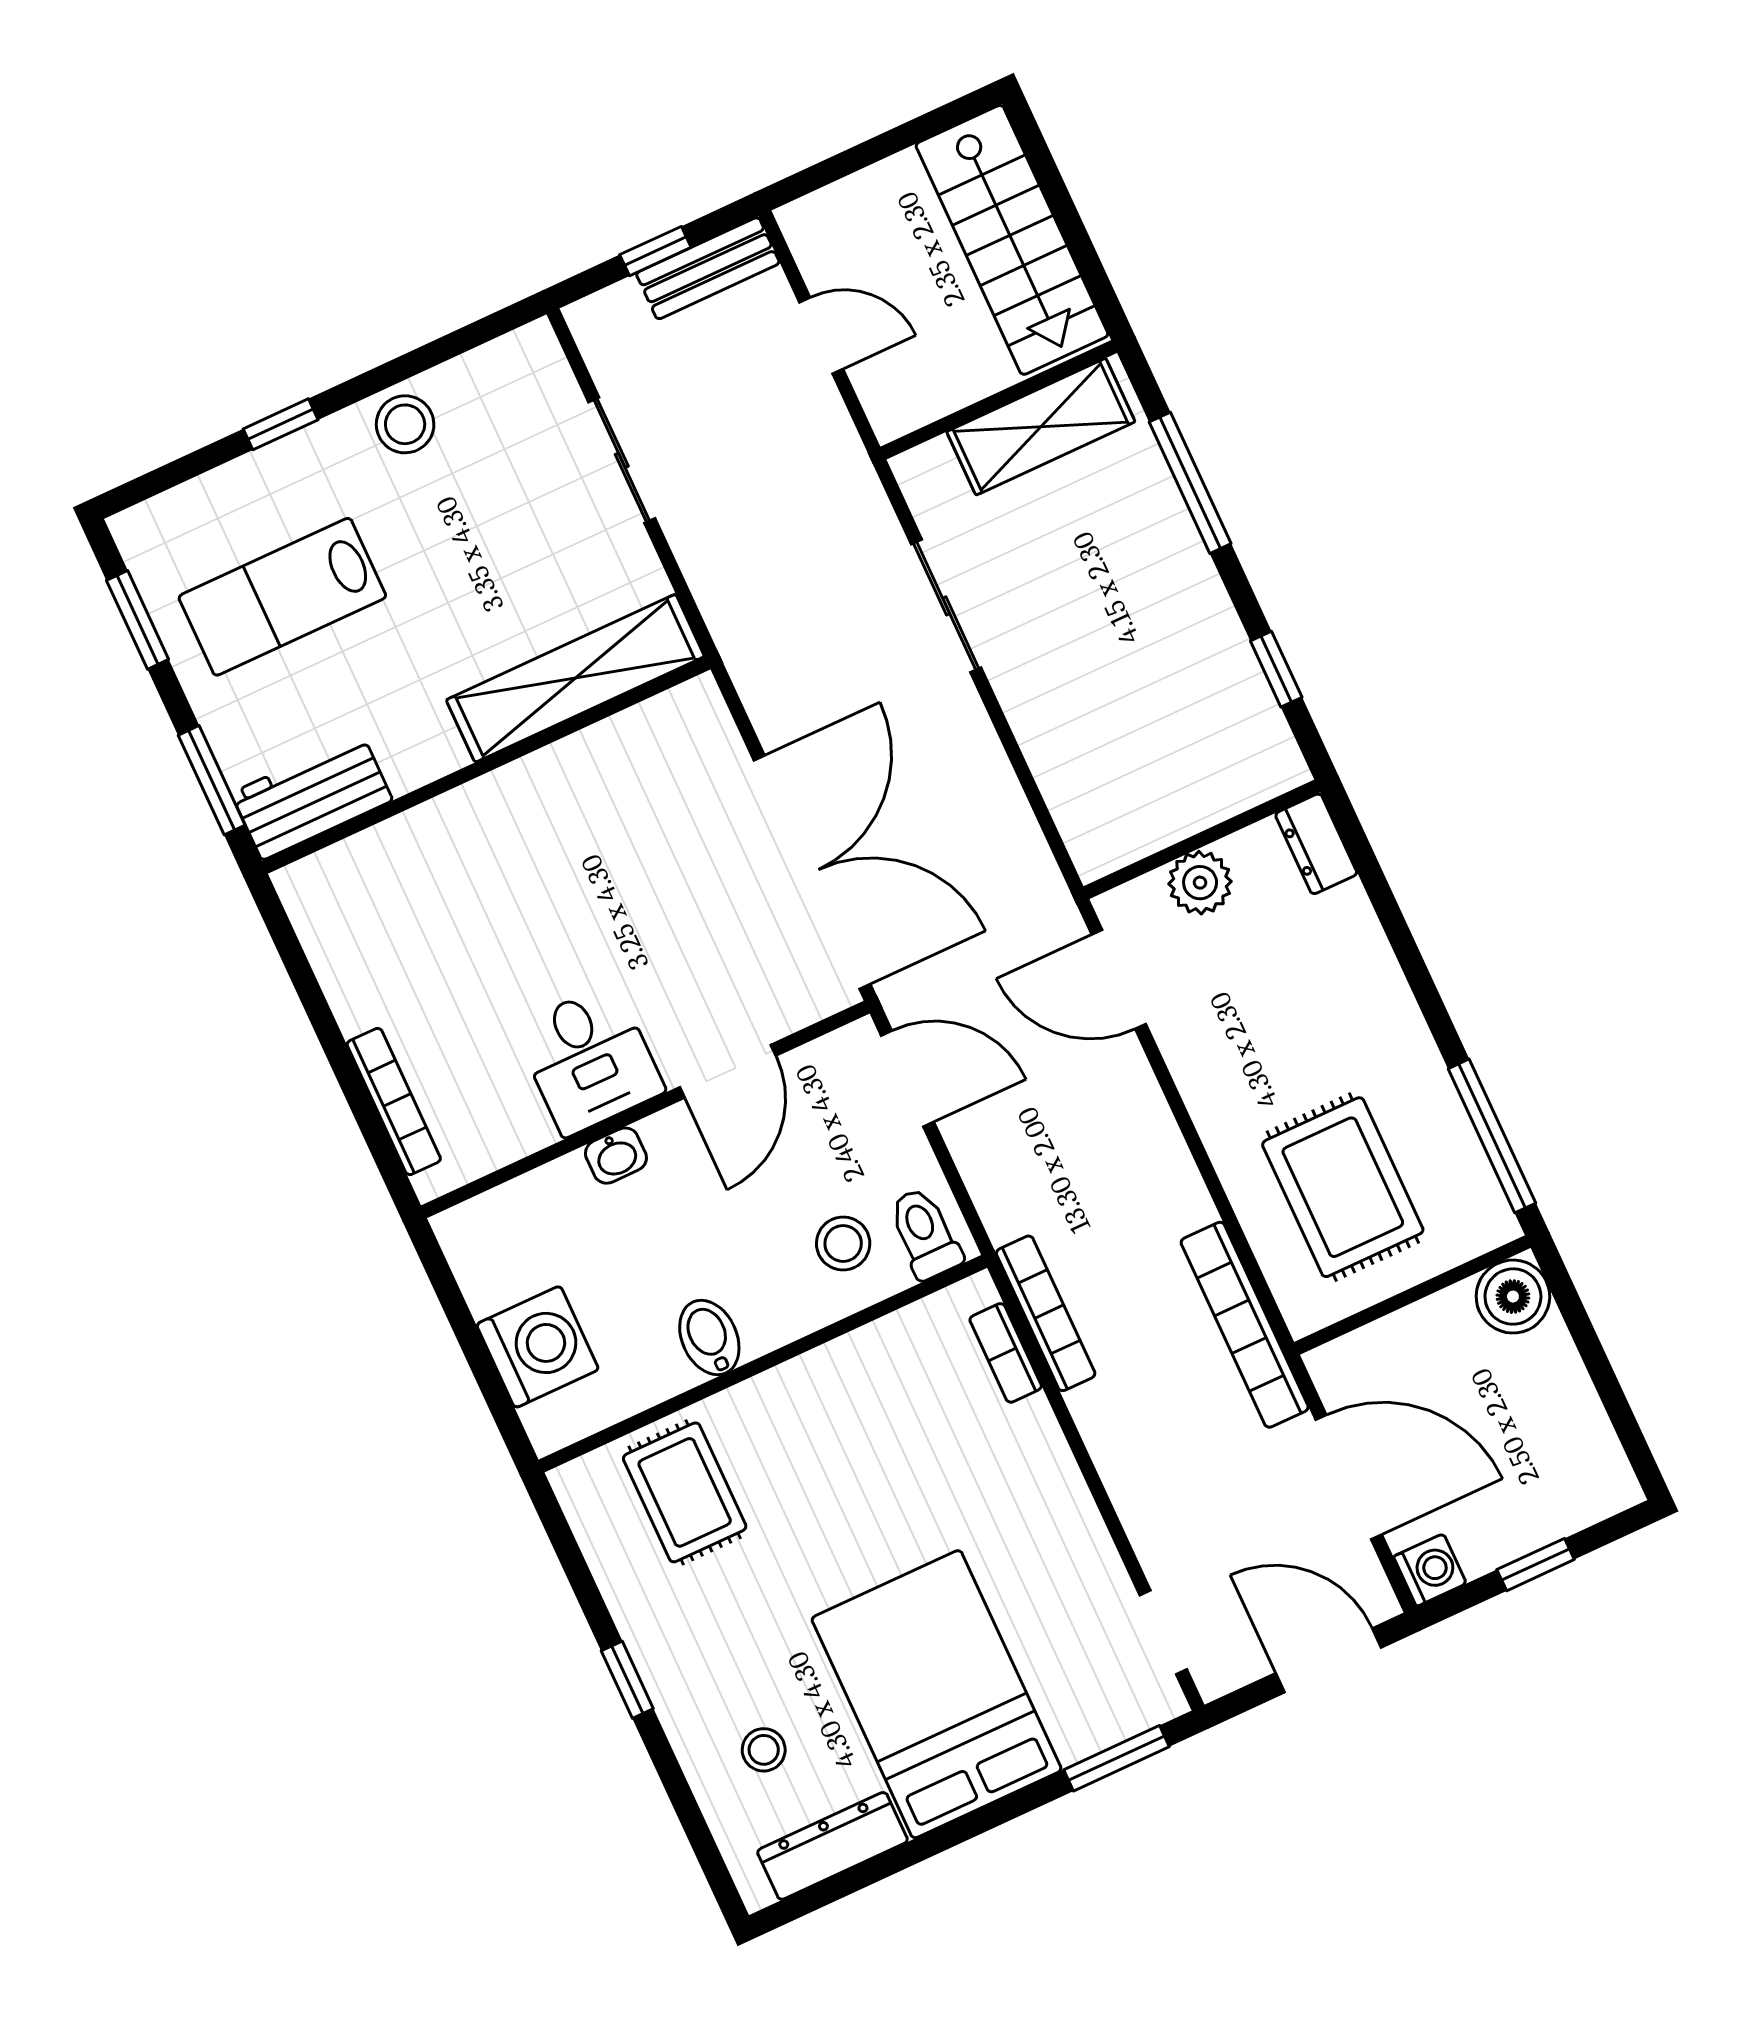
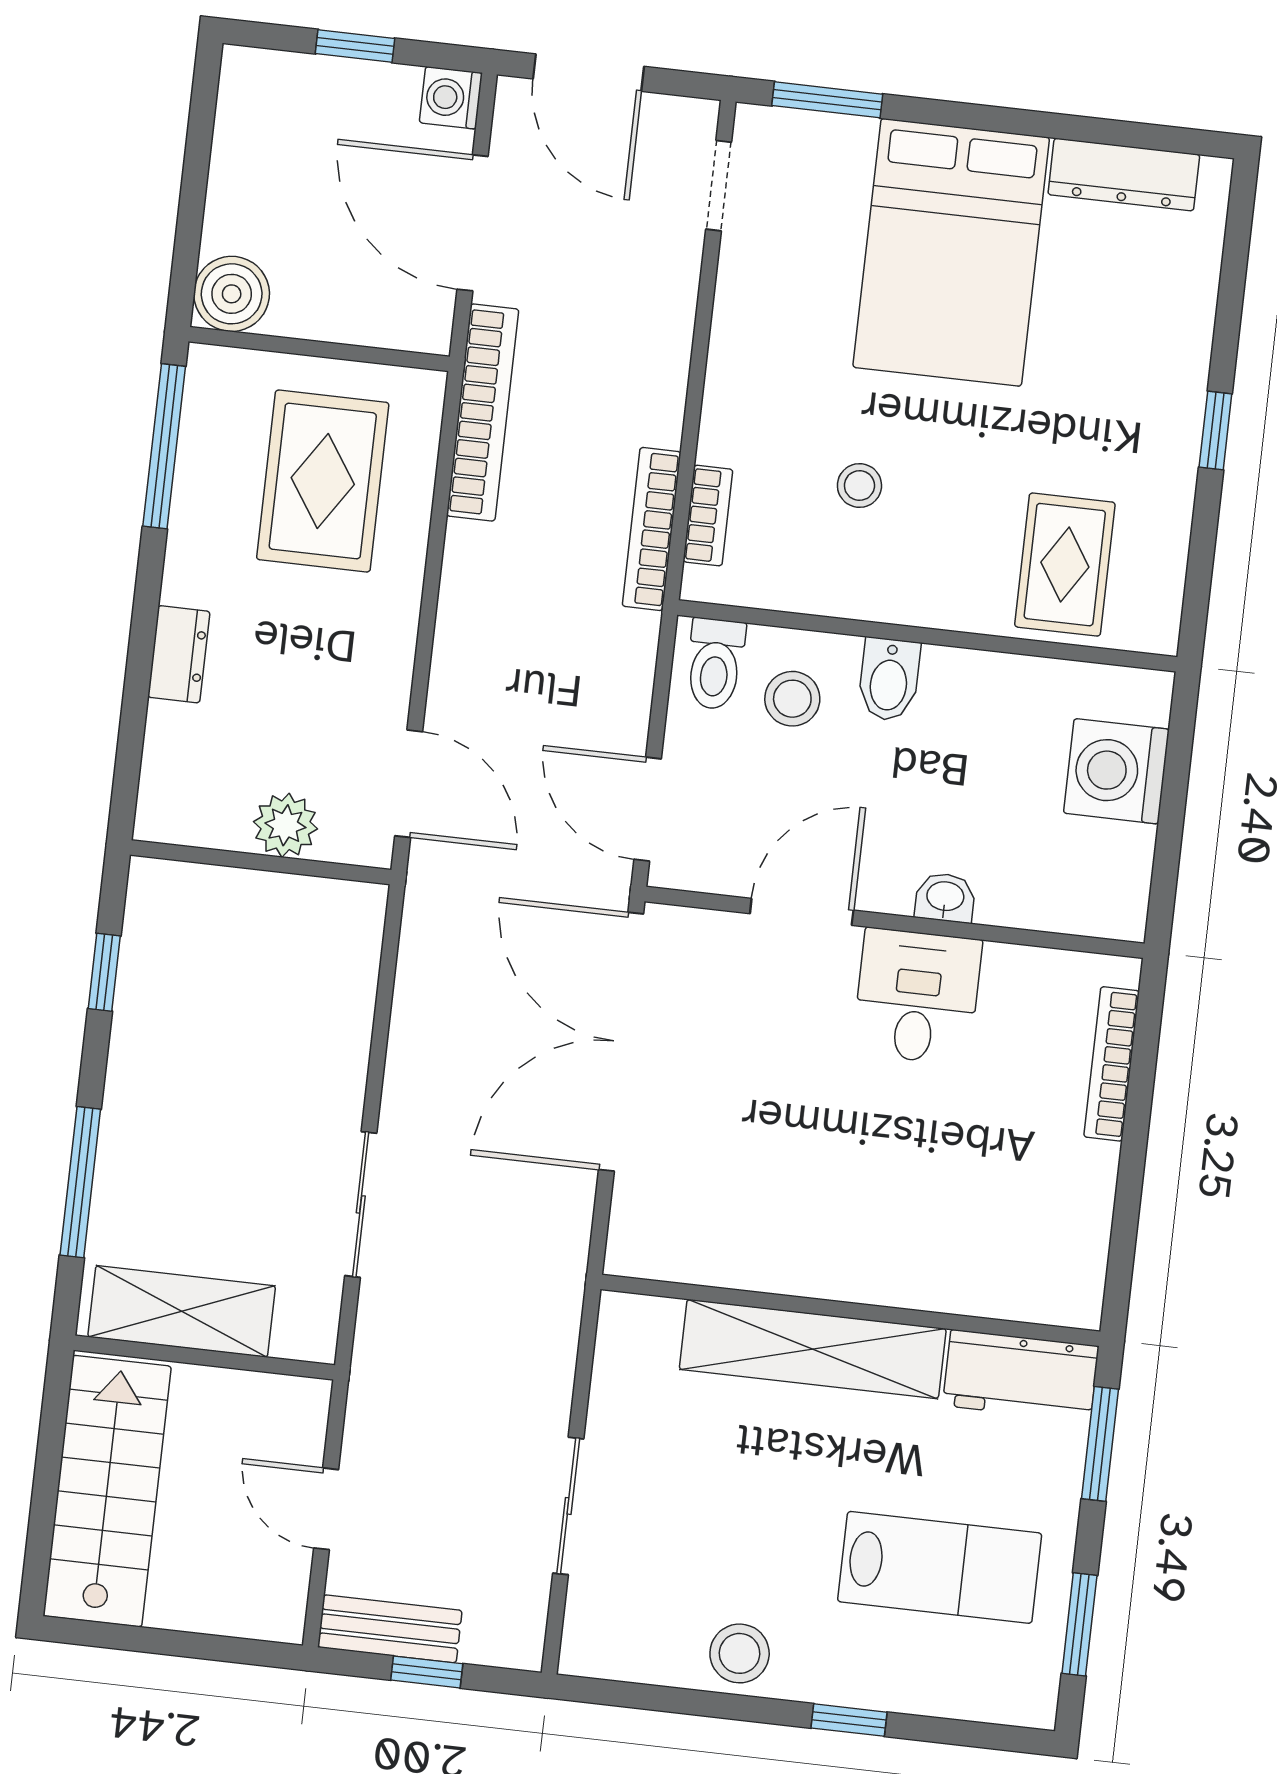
shelving: (575, 678) -> (813, 1349), moved
dresser: (1316, 844) -> (179, 654), moved
bidet: (709, 1337) -> (889, 679), moved
stool: (764, 1750) -> (859, 486), moved

